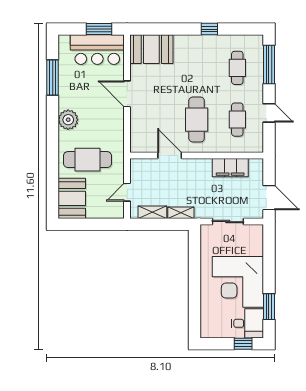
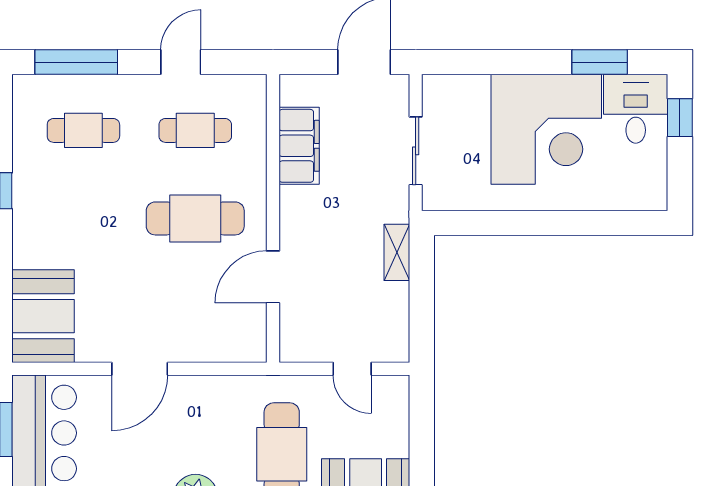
shelving: (152, 212) -> (396, 314), removed

